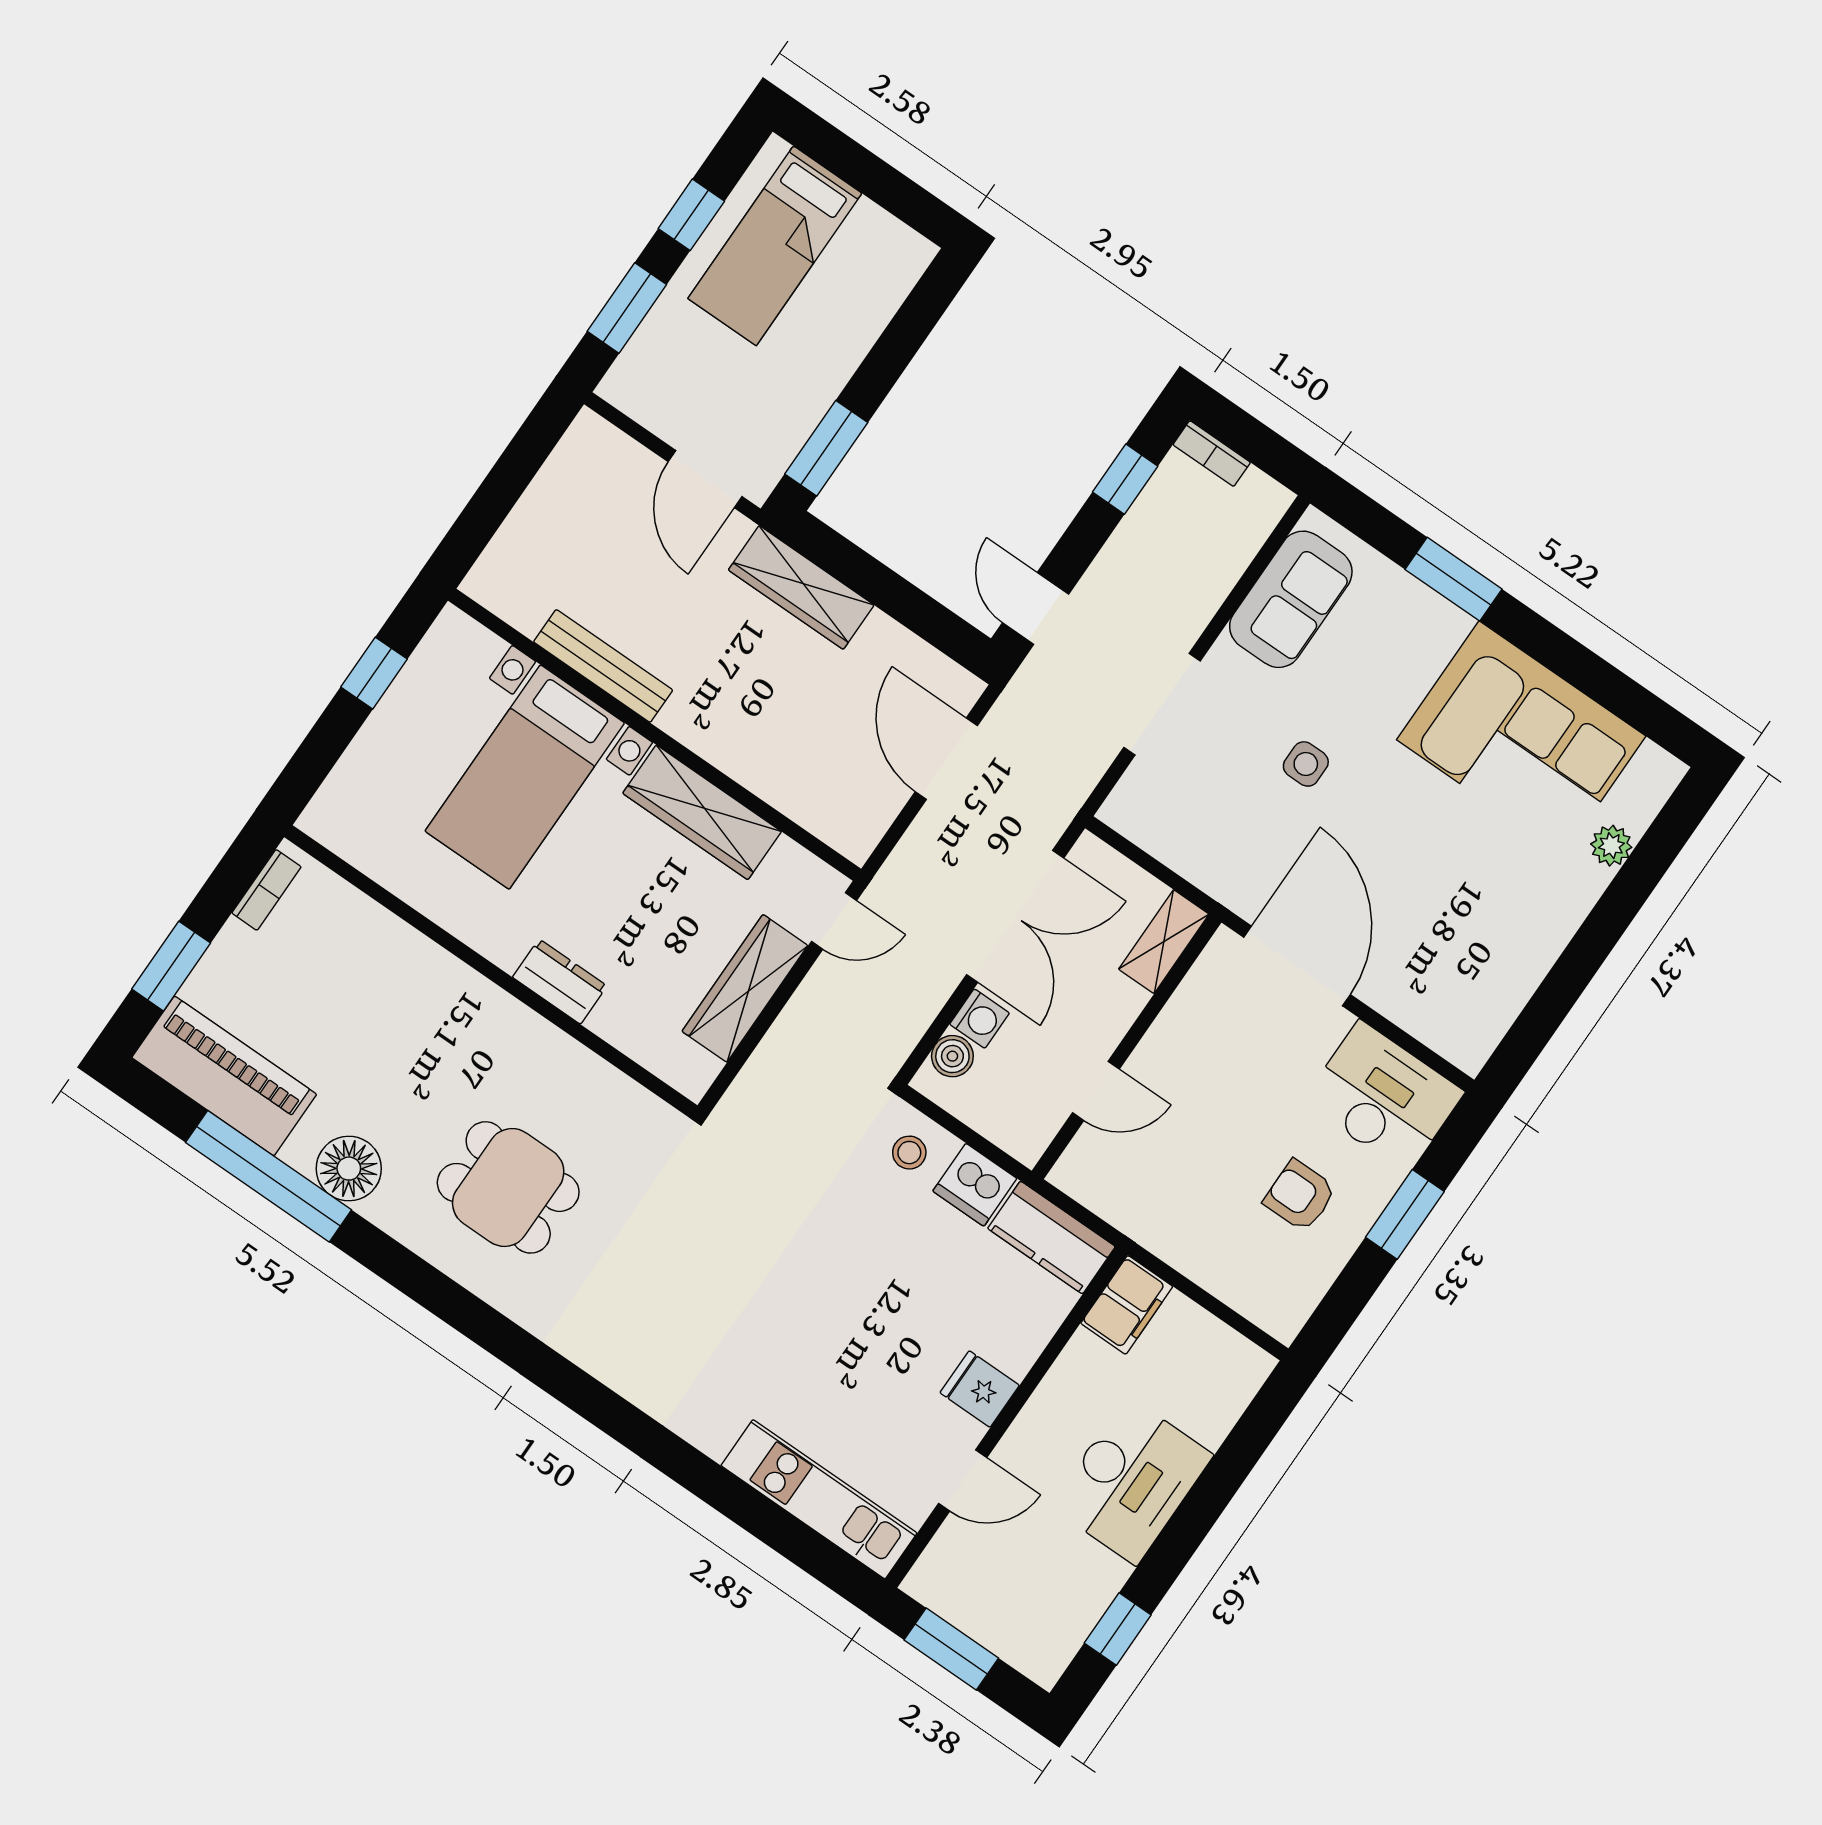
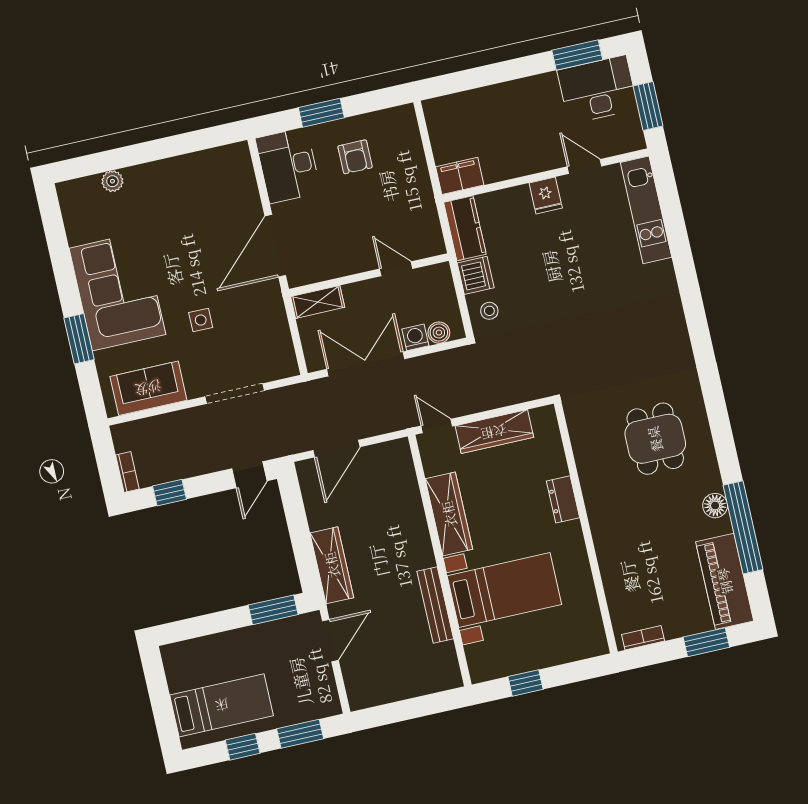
corner sofa: (1521, 738) -> (117, 291), moved
floor lamp: (349, 1169) -> (715, 506), width x0.73, depth x0.73
desk: (1132, 1481) -> (598, 89), moved
window: (1118, 1629) -> (577, 55), width x1.50

